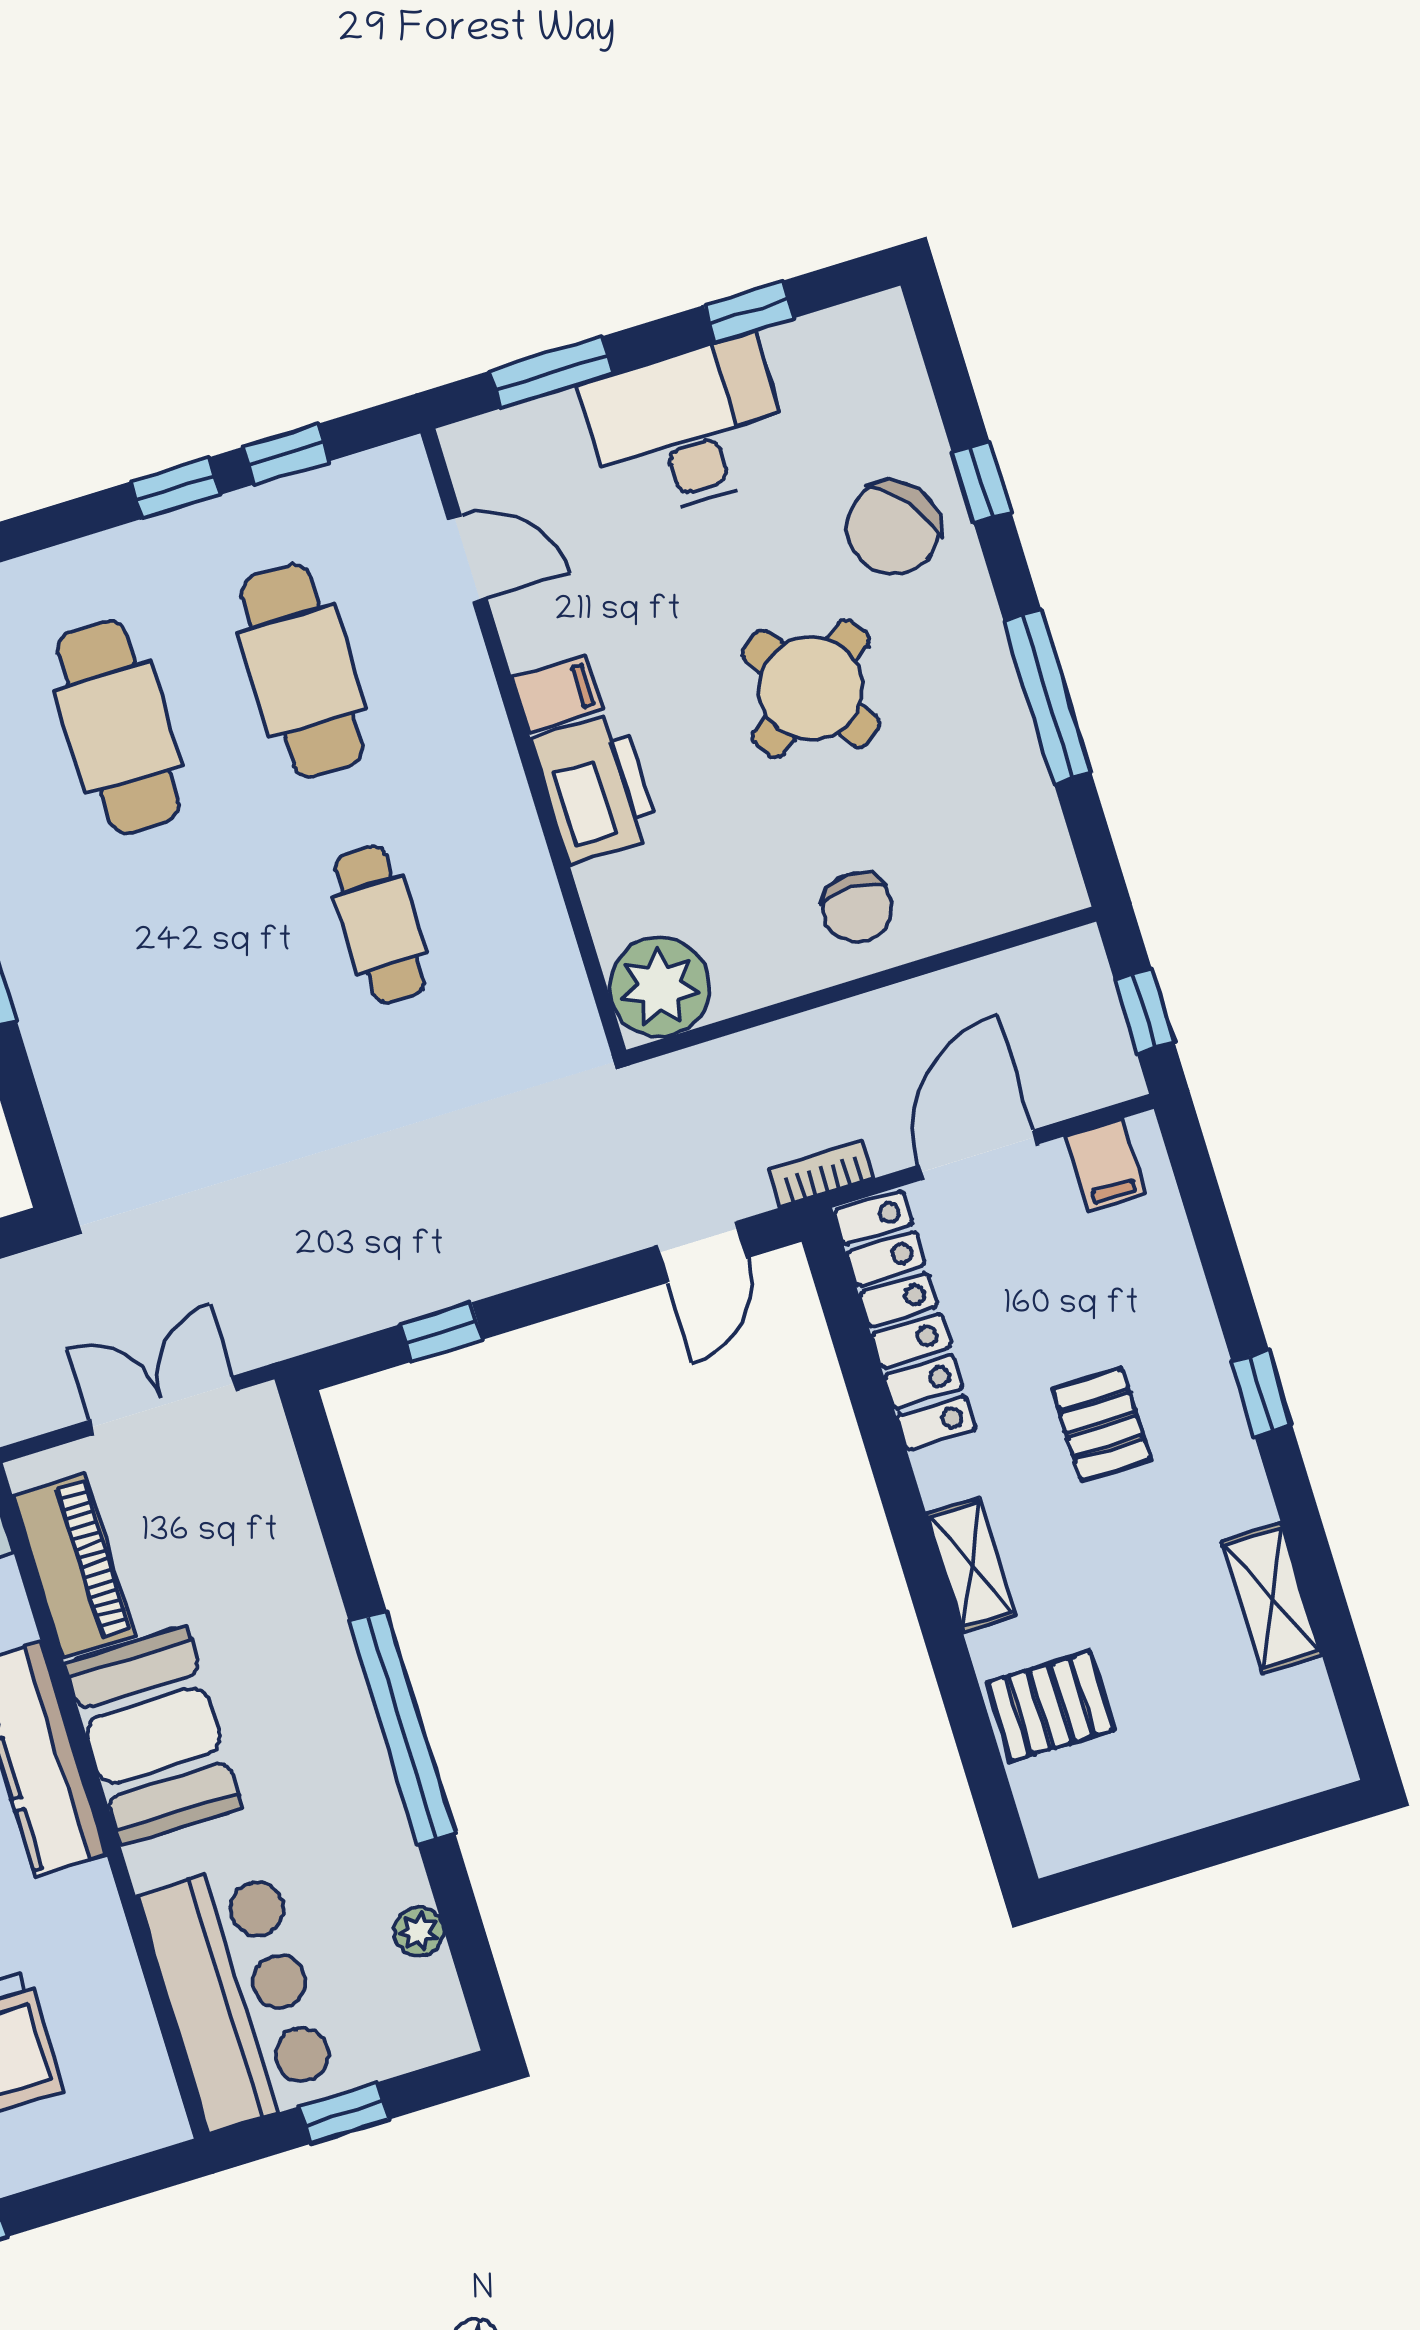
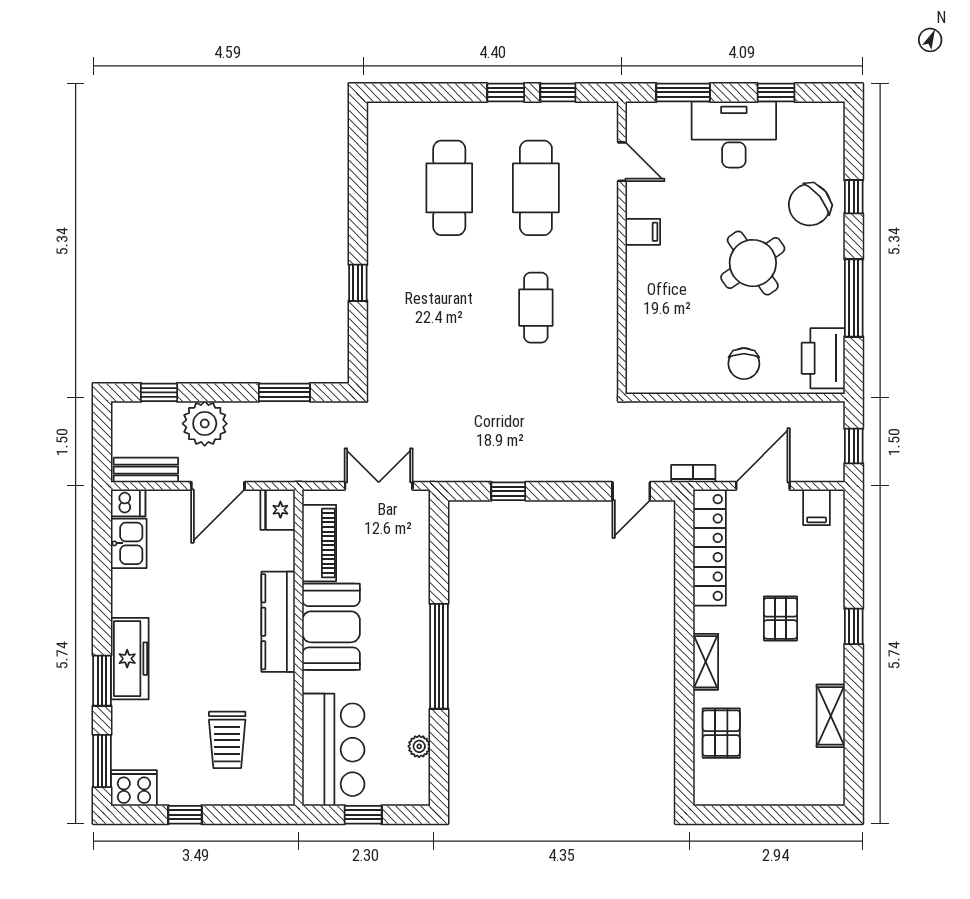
printer: (596, 787) -> (823, 358), moved, turned 180
plant: (660, 987) -> (648, 372), removed
pallet: (1051, 1706) -> (721, 733), turned 90

